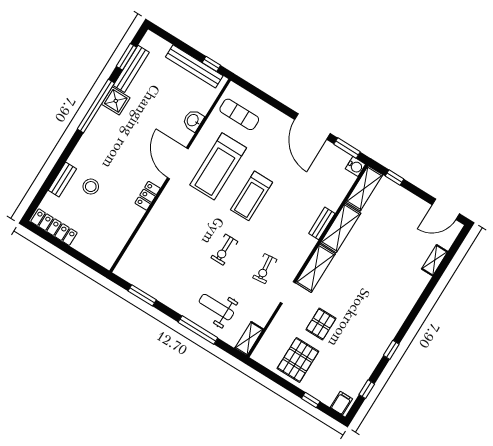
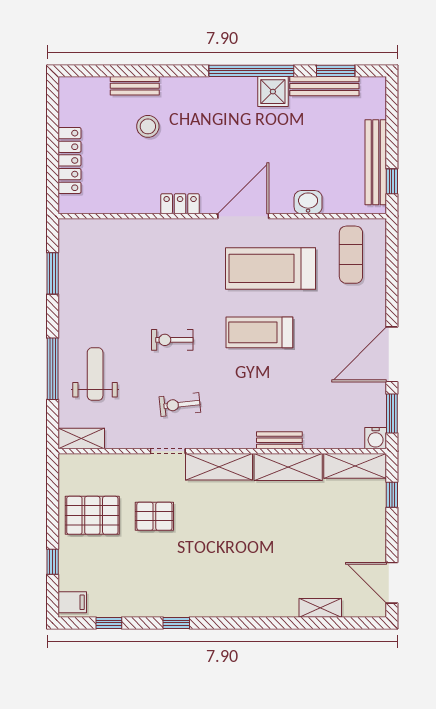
locker: (54, 227) -> (70, 160), moved

